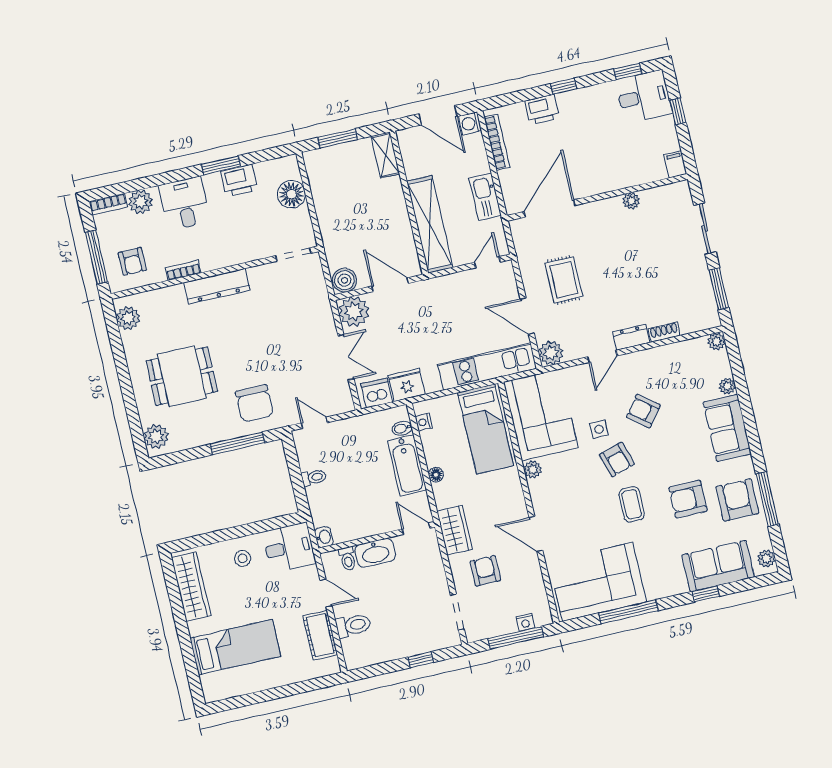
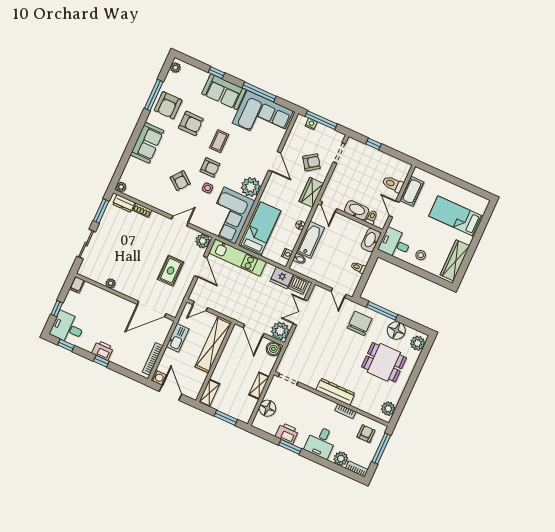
printer: (542, 110) -> (103, 350), moved
shelving: (326, 216) -> (259, 386), added
dresser: (631, 337) -> (124, 203), moved
plant: (727, 386) -> (132, 162), removed
floor lamp: (198, 432) -> (396, 330), added
armchair: (617, 459) -> (210, 167), turned 107
plant: (533, 469) -> (251, 187), width x1.88, depth x1.88
washbasin: (324, 537) -> (371, 240), width x1.91, depth x1.45
sofa: (718, 566) -> (224, 92), moved
armchair: (485, 571) -> (311, 162), turned -125

